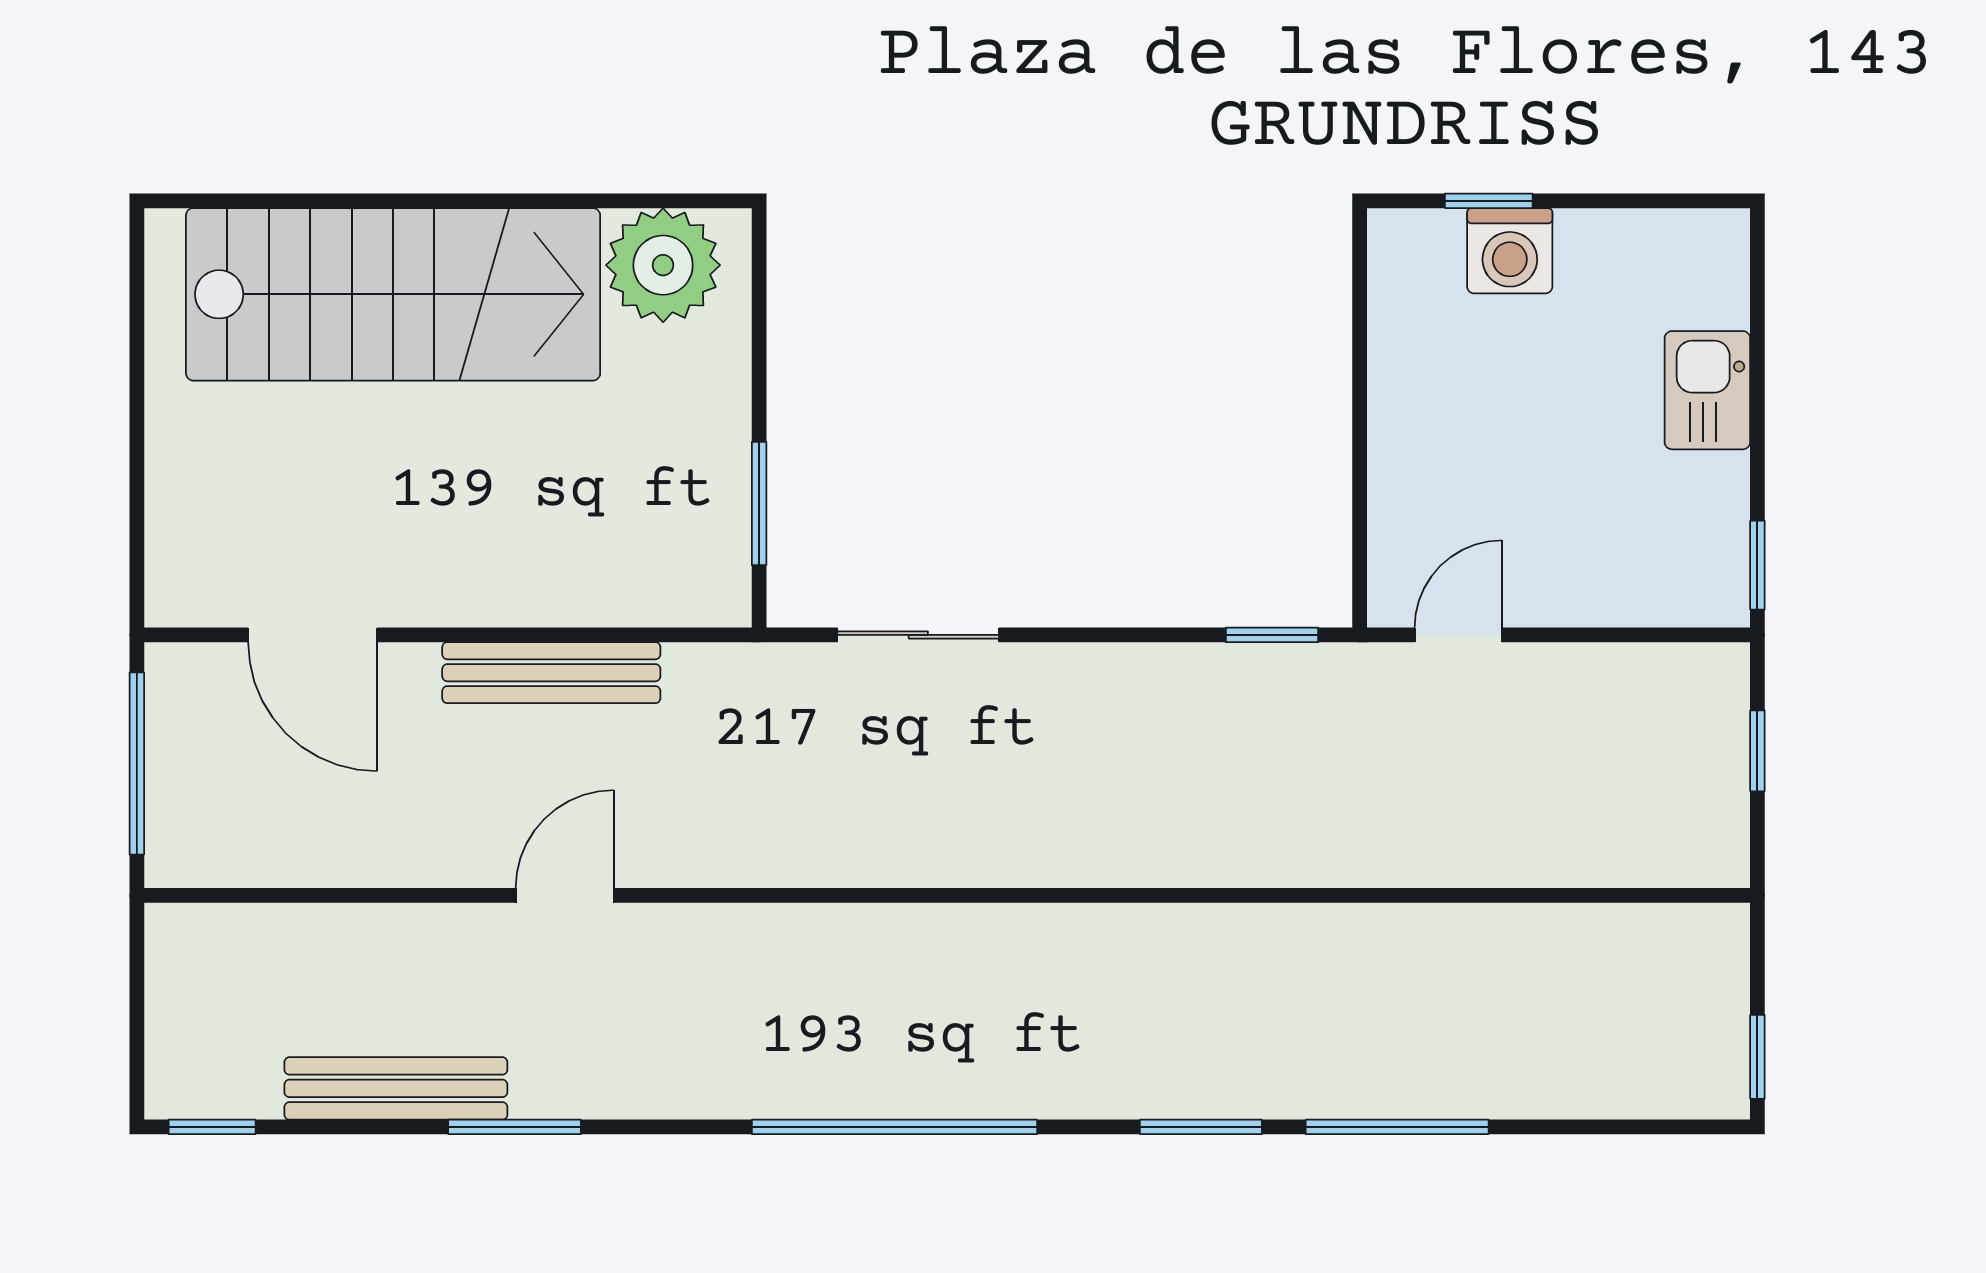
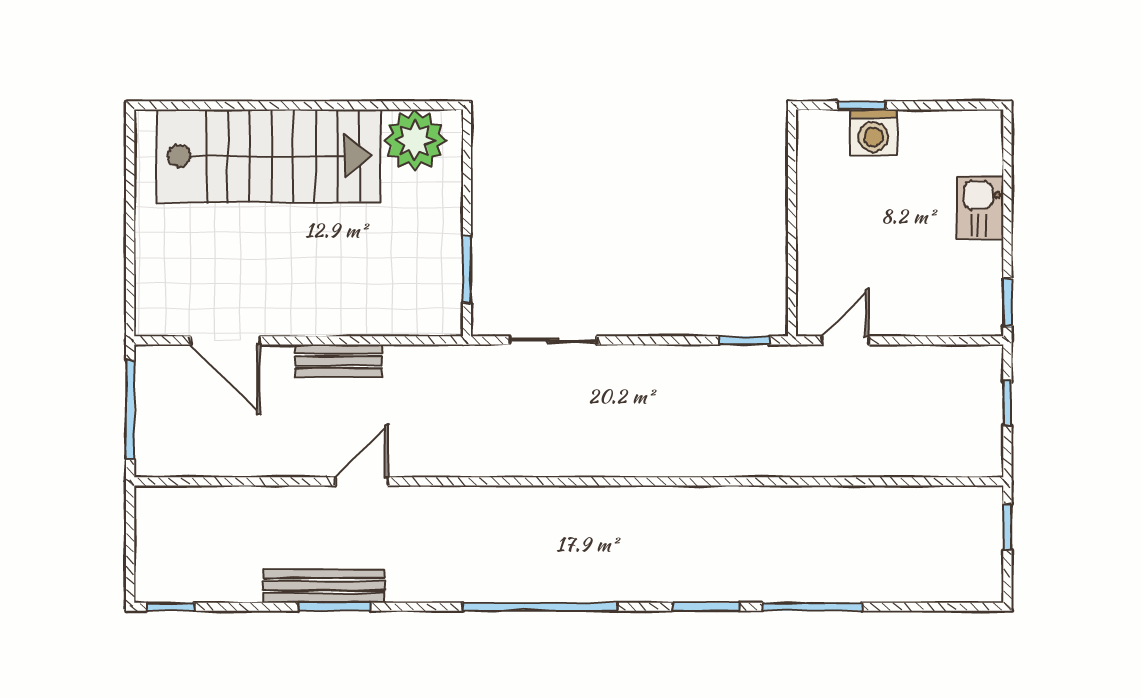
bench: (551, 673) -> (339, 361), width x0.73
window: (1757, 1057) -> (1007, 527), moved
bench: (396, 1088) -> (324, 586), moved

